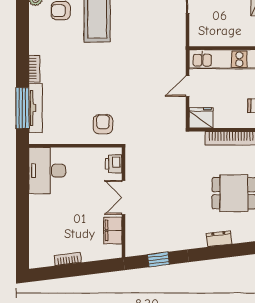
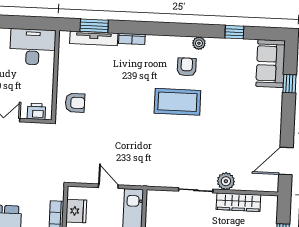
window: (22, 108) -> (94, 26), width x0.69
fridge: (201, 118) -> (76, 211), moved

